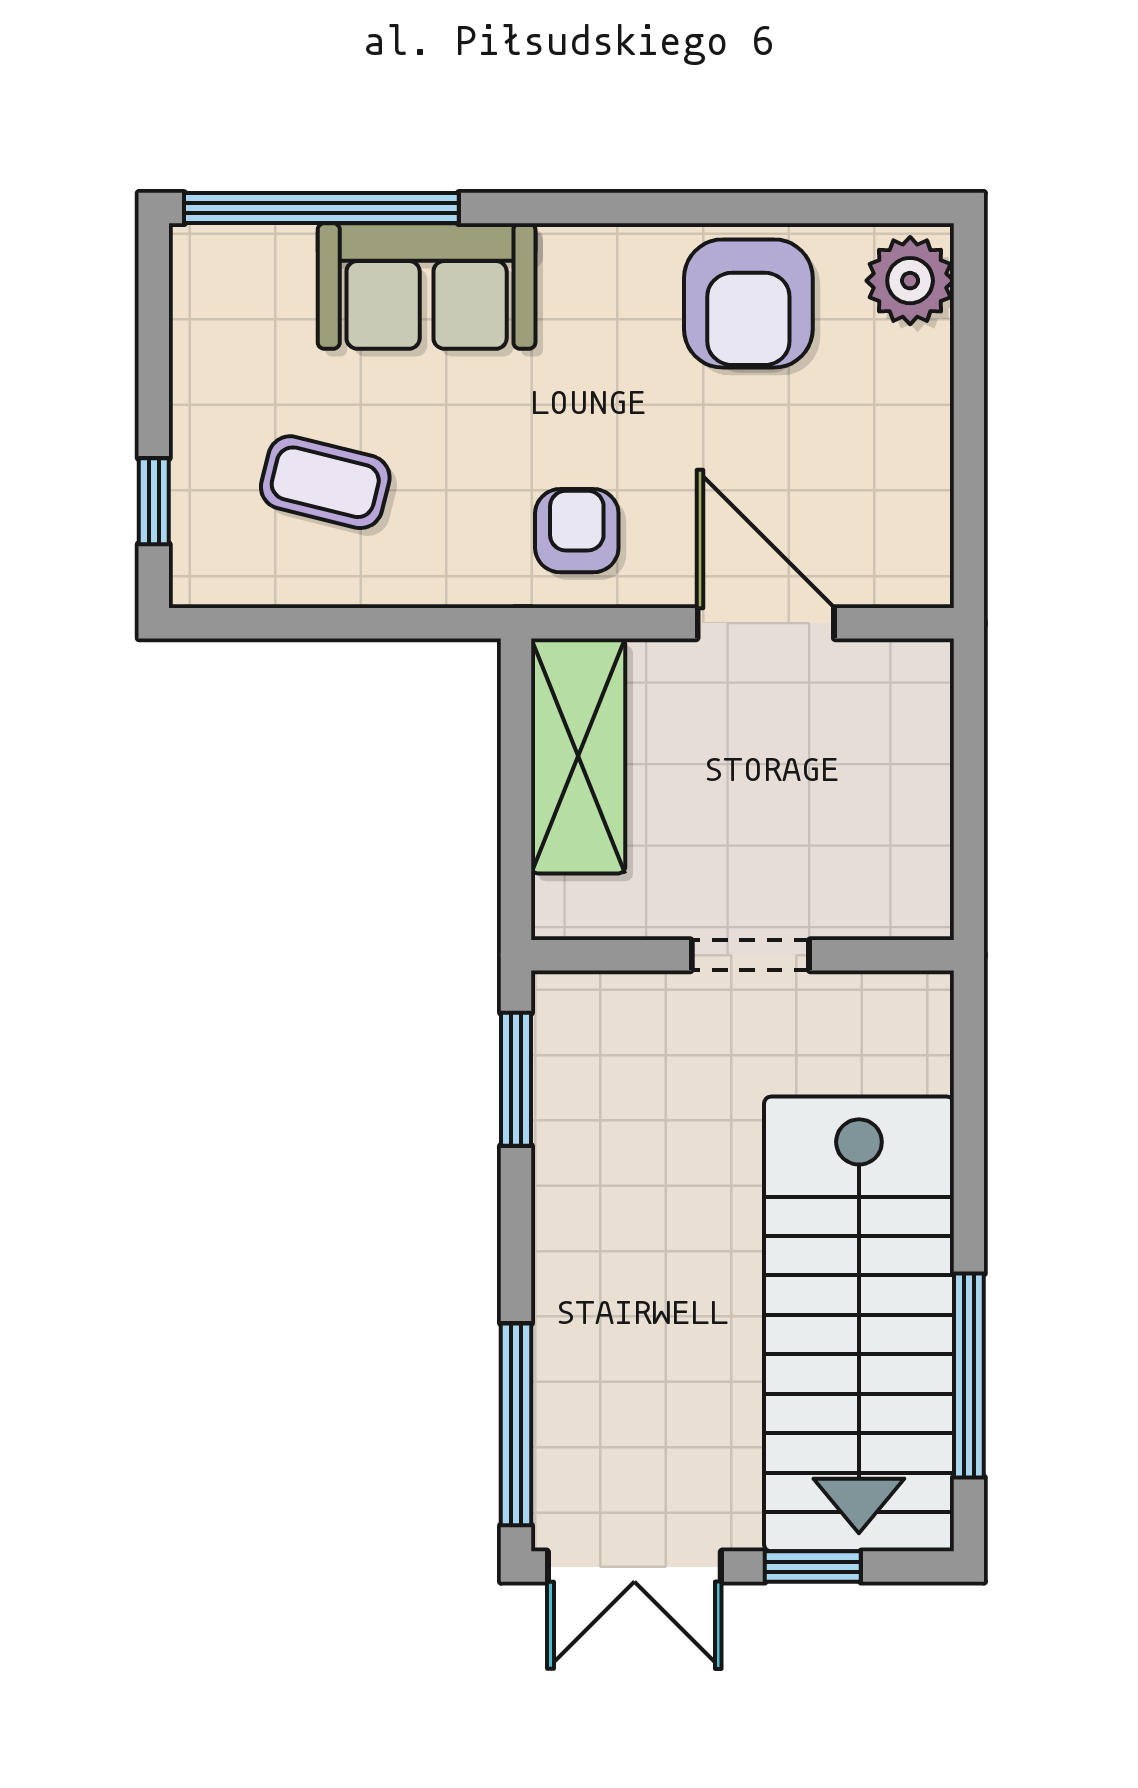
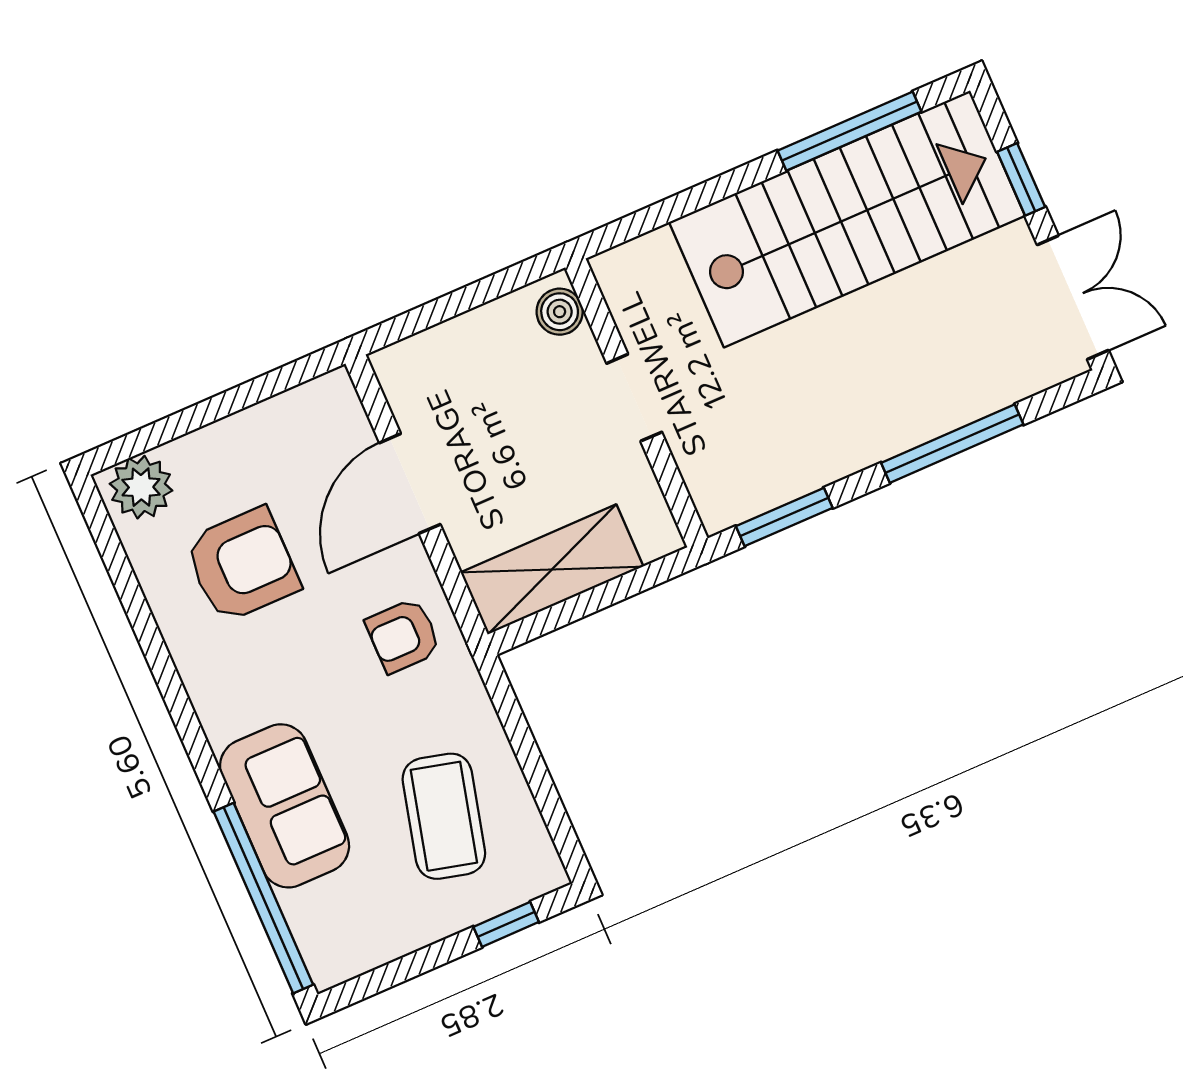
armchair: (748, 303) -> (242, 565), moved
coffee table: (325, 482) -> (444, 816), width x1.36, depth x1.30
boiler: (901, 908) -> (560, 312), added
window: (516, 1424) -> (952, 444), moved

